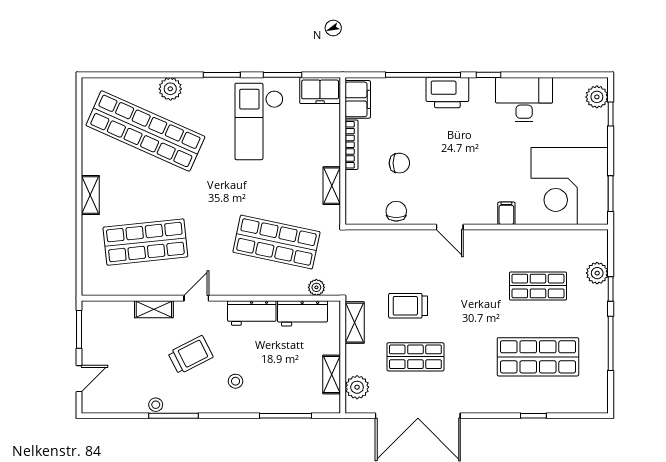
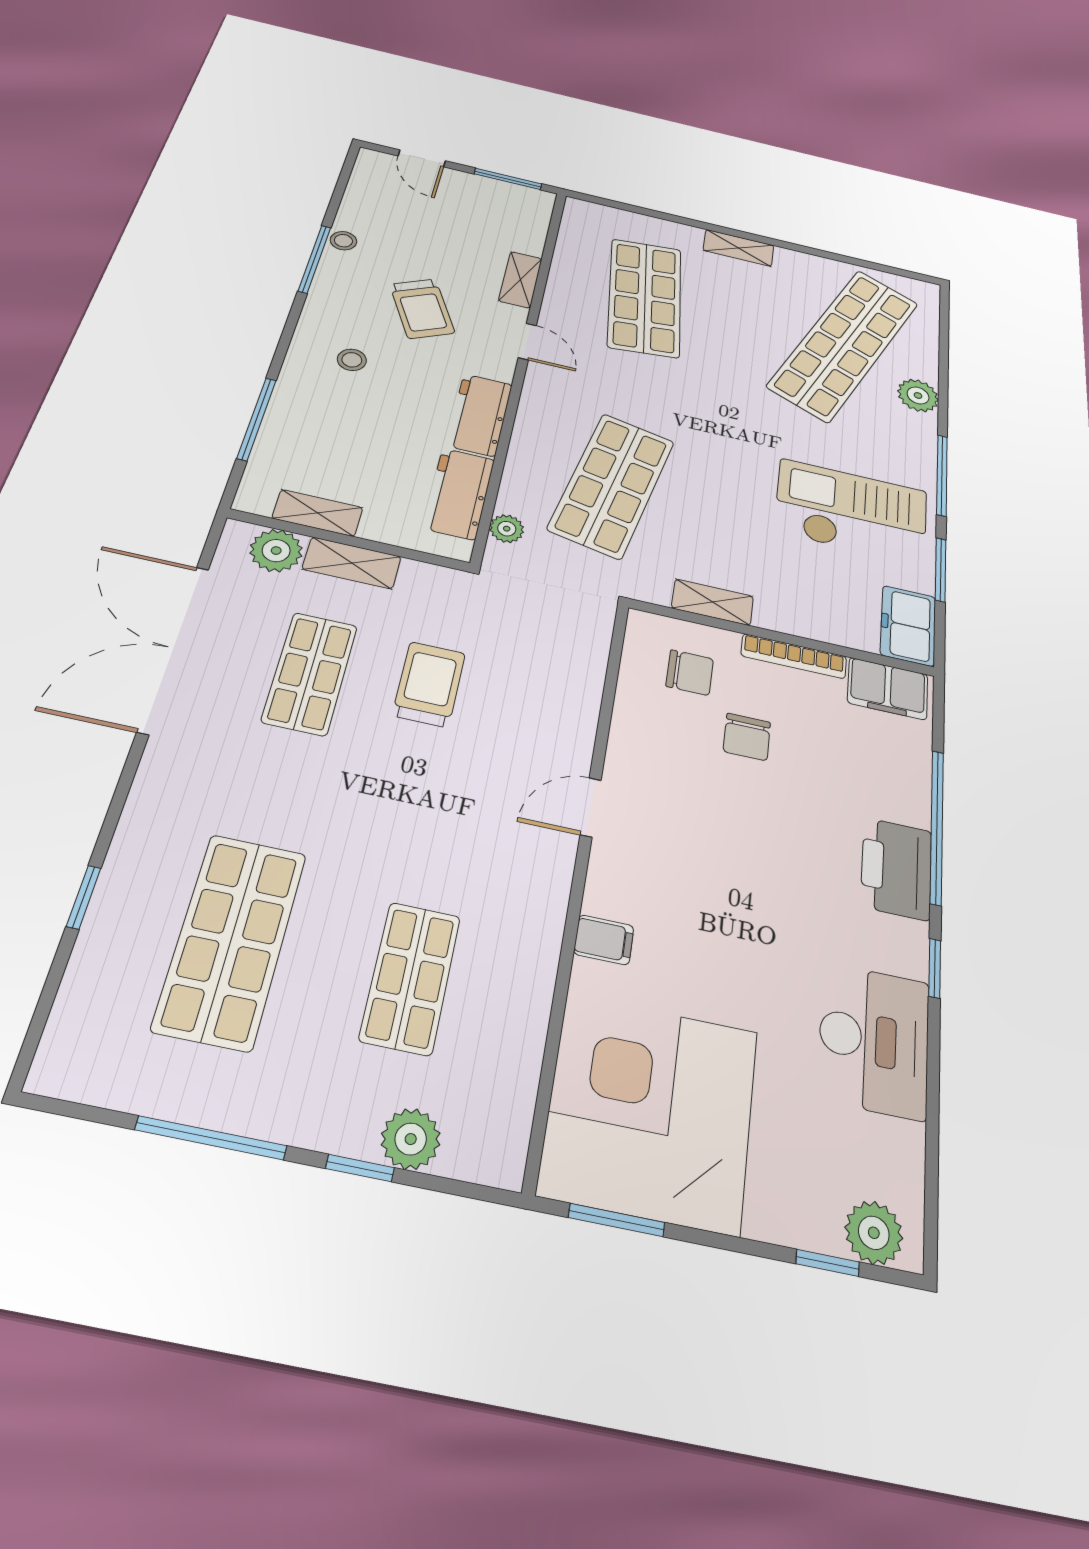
window: (222, 75) -> (942, 475), width x1.44
chair: (396, 211) -> (690, 673), moved
shelving: (355, 323) -> (352, 563), moved

